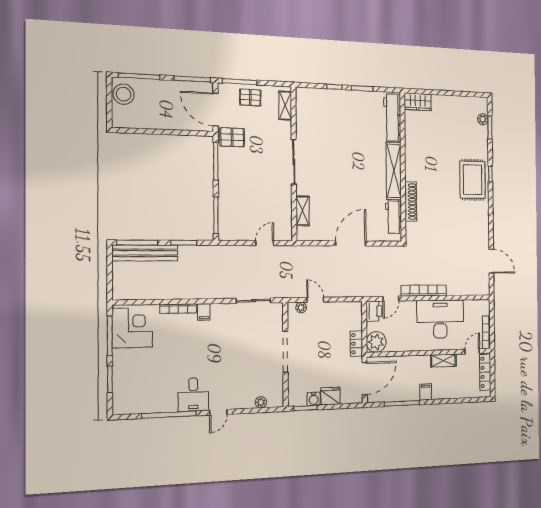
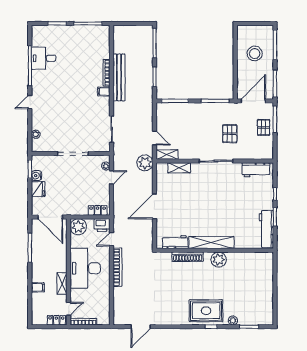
stool: (124, 94) -> (255, 54), moved
wardrobe: (418, 102) -> (267, 263), removed
shelving: (285, 105) -> (167, 155), moved
workbench: (304, 110) -> (256, 170), added
workbench: (392, 117) -> (266, 229), moved, turned -90
plant: (483, 119) -> (233, 320), moved
pallet: (232, 137) -> (230, 134), moved
plant: (414, 162) -> (219, 260), added
door: (351, 243) -> (155, 206), swing flipped
bench: (145, 253) -> (119, 77), moved
plant: (297, 256) -> (145, 163), added
door: (391, 299) -> (112, 239), hinge flipped
desk: (440, 319) -> (85, 268), moved, turned 180
corner desk: (132, 328) -> (93, 39), removed
locker: (356, 344) -> (98, 210), moved
door: (472, 351) -> (69, 309), hinge flipped
locker: (485, 372) -> (56, 320), width x0.66
filing cabinet: (426, 392) -> (38, 287), moved
desk: (193, 395) -> (44, 58), moved
door: (218, 412) -> (30, 102), hinge flipped

